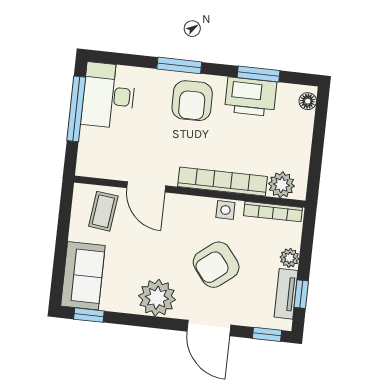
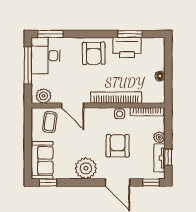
window: (179, 65) -> (50, 34), moved
floor lamp: (308, 101) -> (160, 76), moved
plant: (281, 185) -> (44, 96), moved
armchair: (216, 265) -> (118, 146), turned 128

